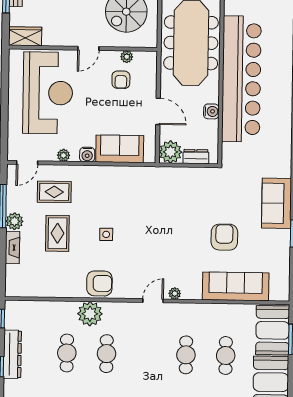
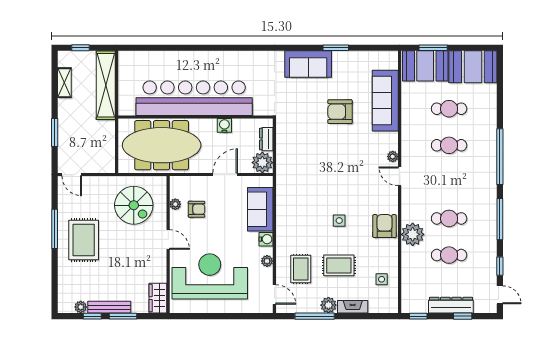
side table: (42, 279) -> (382, 279), added

